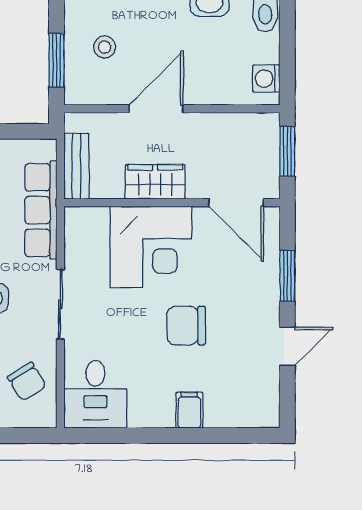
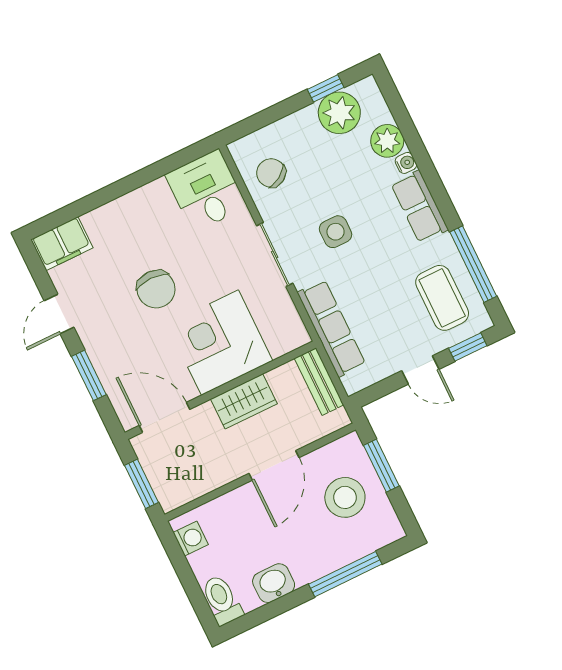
stool: (105, 47) -> (345, 497), width x1.89, depth x1.89
chair: (186, 326) -> (156, 289), turned 90
filing cabinet: (189, 410) -> (62, 244), moved, width x2.00

